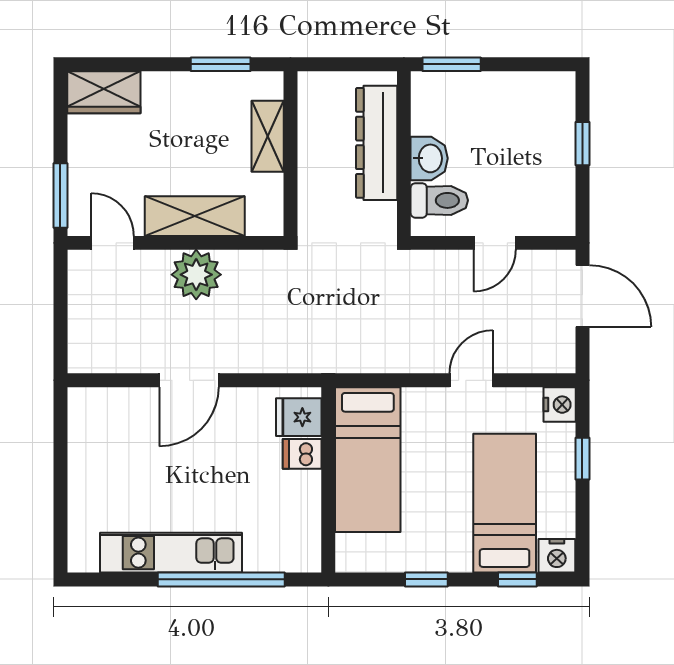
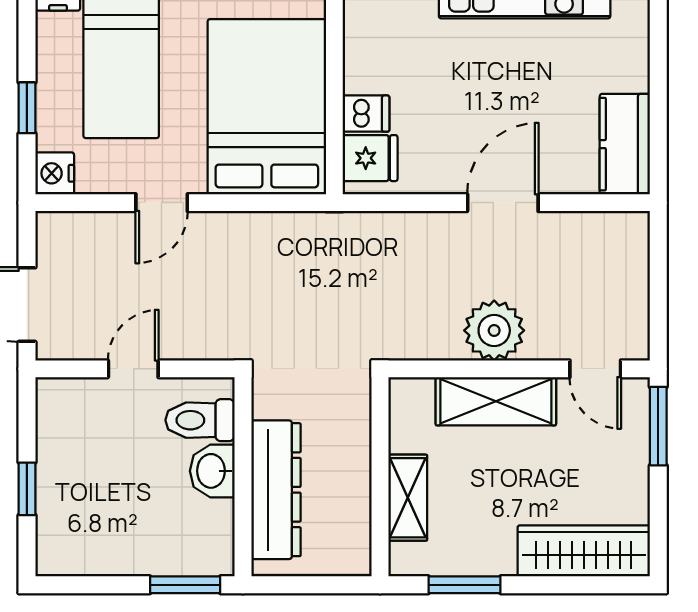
wardrobe: (104, 92) -> (584, 551), width x1.50
kitchen counter: (88, 429) -> (625, 144), added
bed: (368, 460) -> (267, 107), width x1.50

